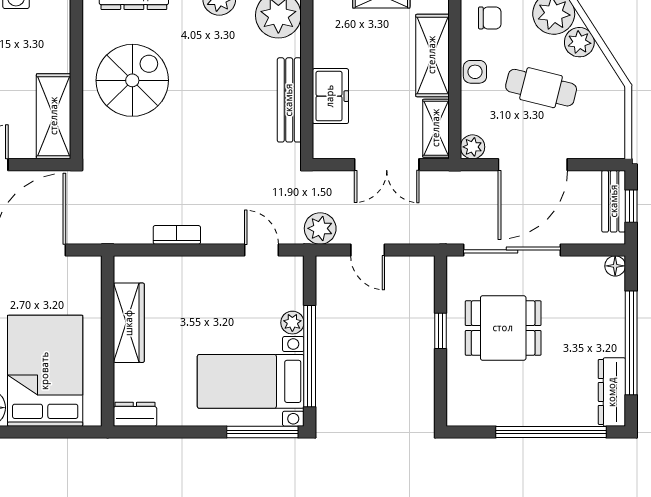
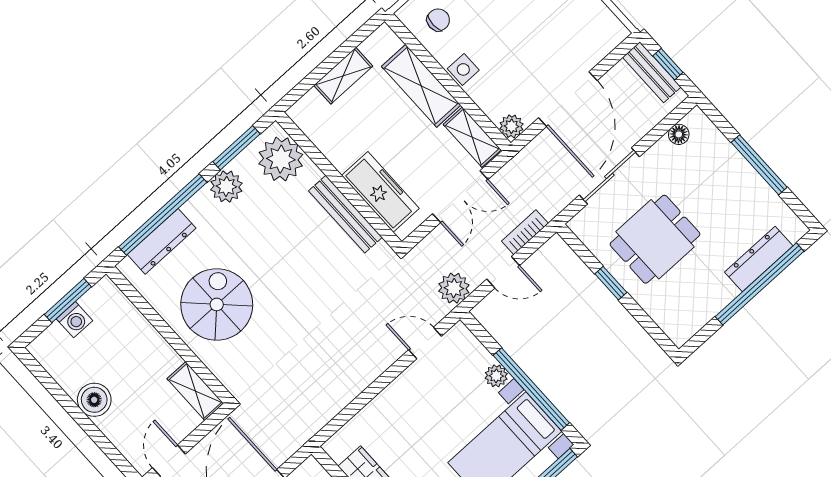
cafe table: (541, 88) -> (522, 37), removed
freezer: (330, 96) -> (380, 192), width x1.40
shelving: (54, 116) -> (195, 391), width x0.67, depth x0.75
bookcase: (177, 235) -> (525, 232), moved
sliding door: (512, 250) -> (609, 176), width x0.73
floor lamp: (615, 266) -> (679, 134), moved
window: (631, 343) -> (759, 165), width x0.68
dresser: (612, 392) -> (759, 259), moved, turned 90

